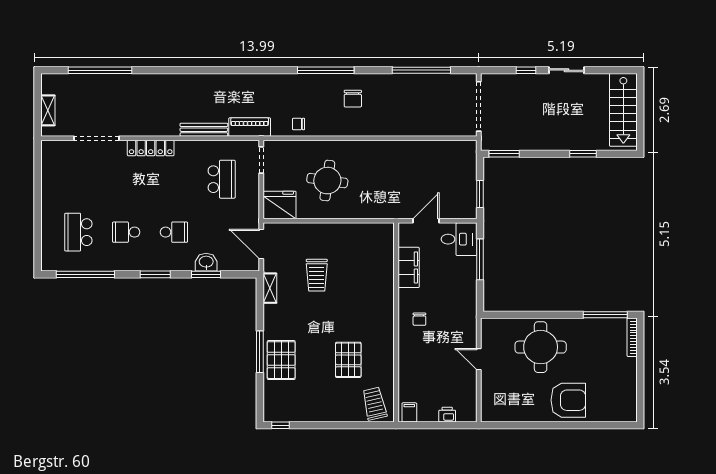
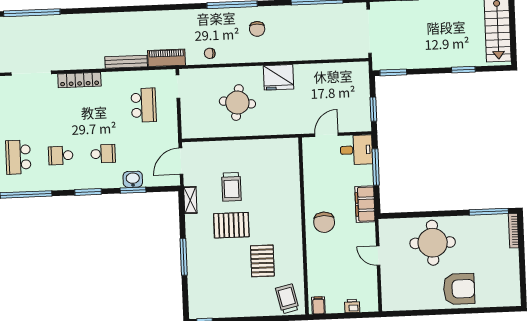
fridge: (279, 205) -> (278, 77), moved, turned 180
door: (261, 244) -> (181, 161), hinge flipped
filing cabinet: (409, 267) -> (365, 204), moved, turned 180
chair: (419, 319) -> (324, 222), width x1.87, depth x1.87
pallet: (281, 360) -> (231, 225), moved, turned 90

